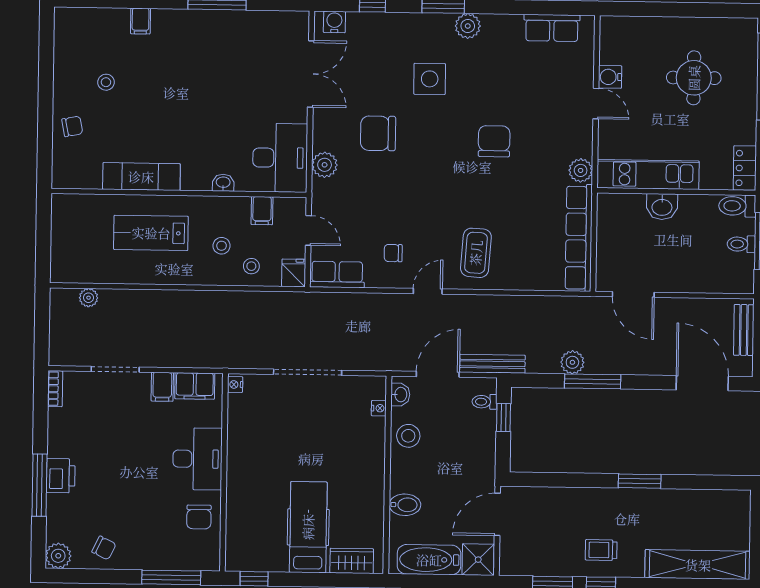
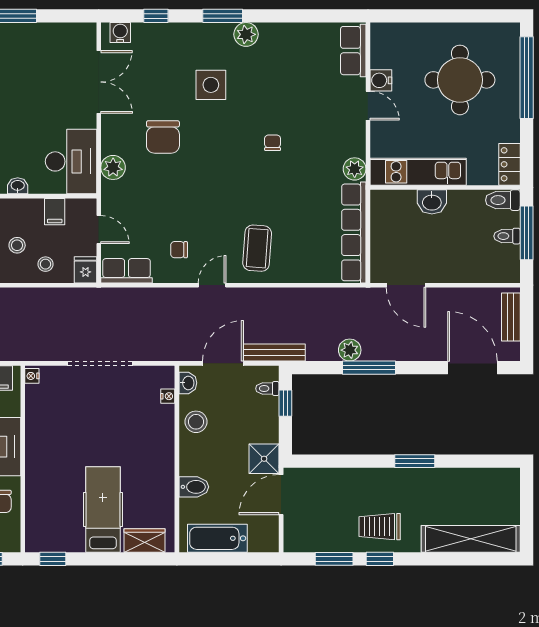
row of seats: (552, 28) -> (353, 51), moved, turned 90
round table: (694, 78) -> (460, 80), width x1.36, depth x1.36
chair: (378, 133) -> (163, 137), turned -90
chair: (494, 141) -> (273, 143), width x0.54, depth x0.54
trolley: (601, 550) -> (380, 527), width x1.36, depth x1.39
shower: (478, 560) -> (264, 459), moved

